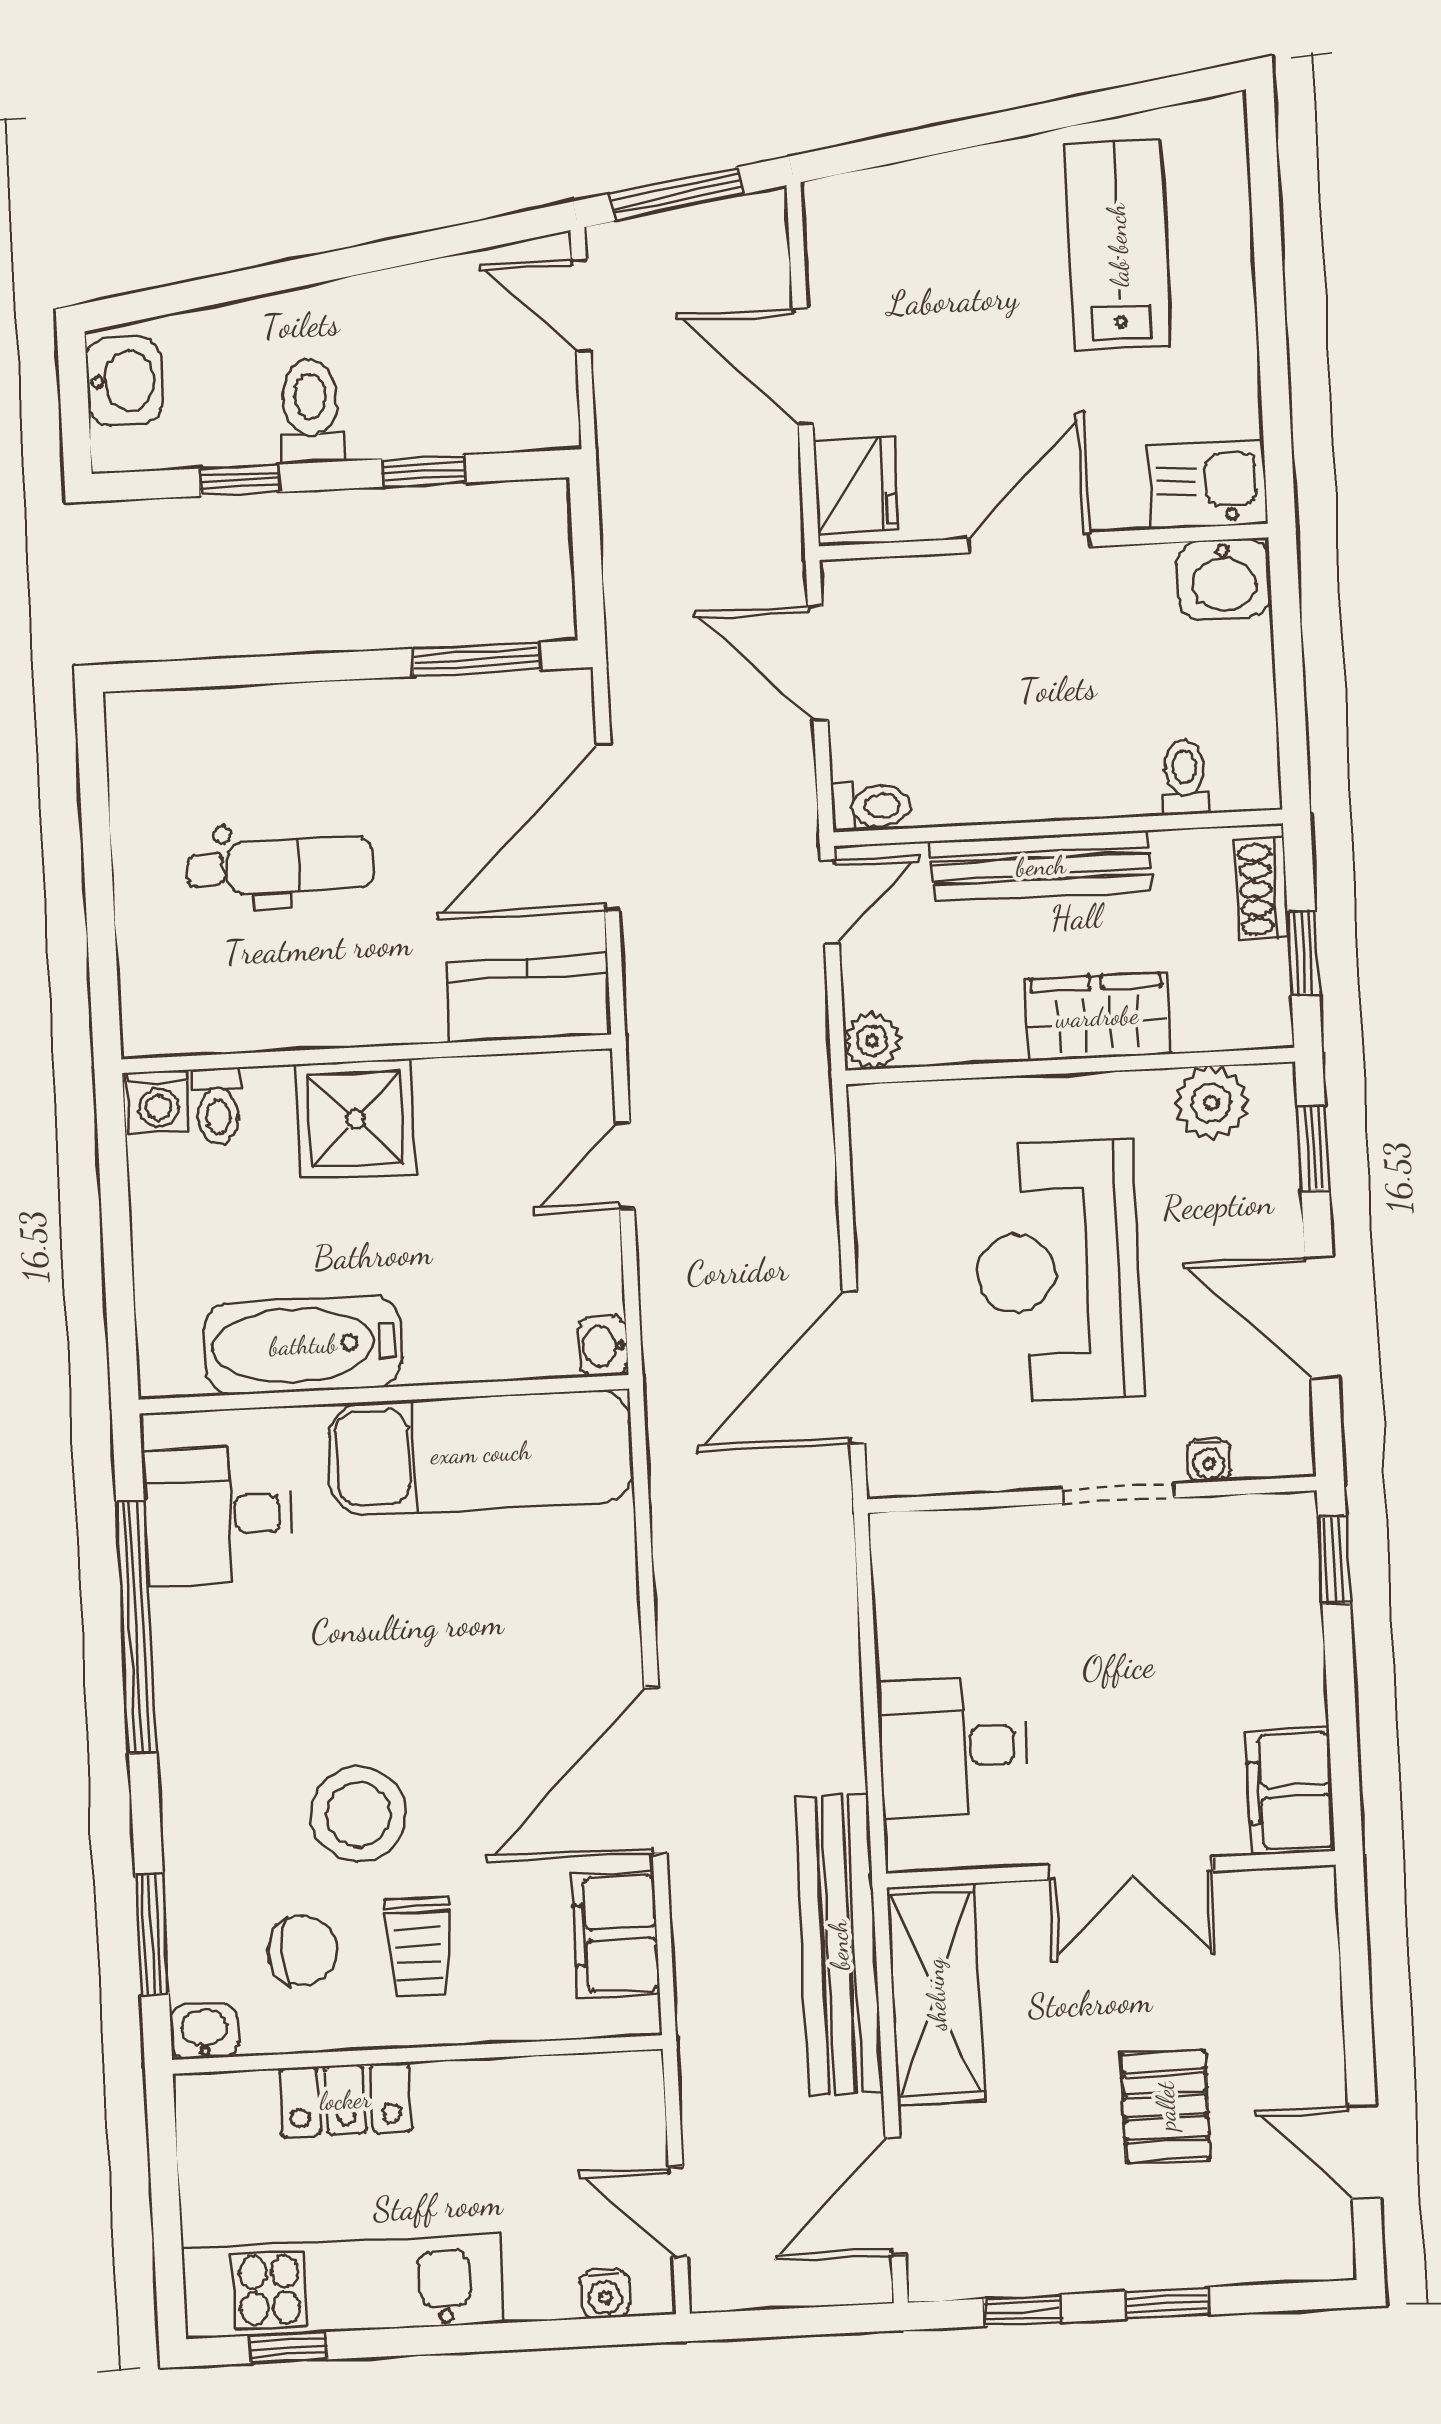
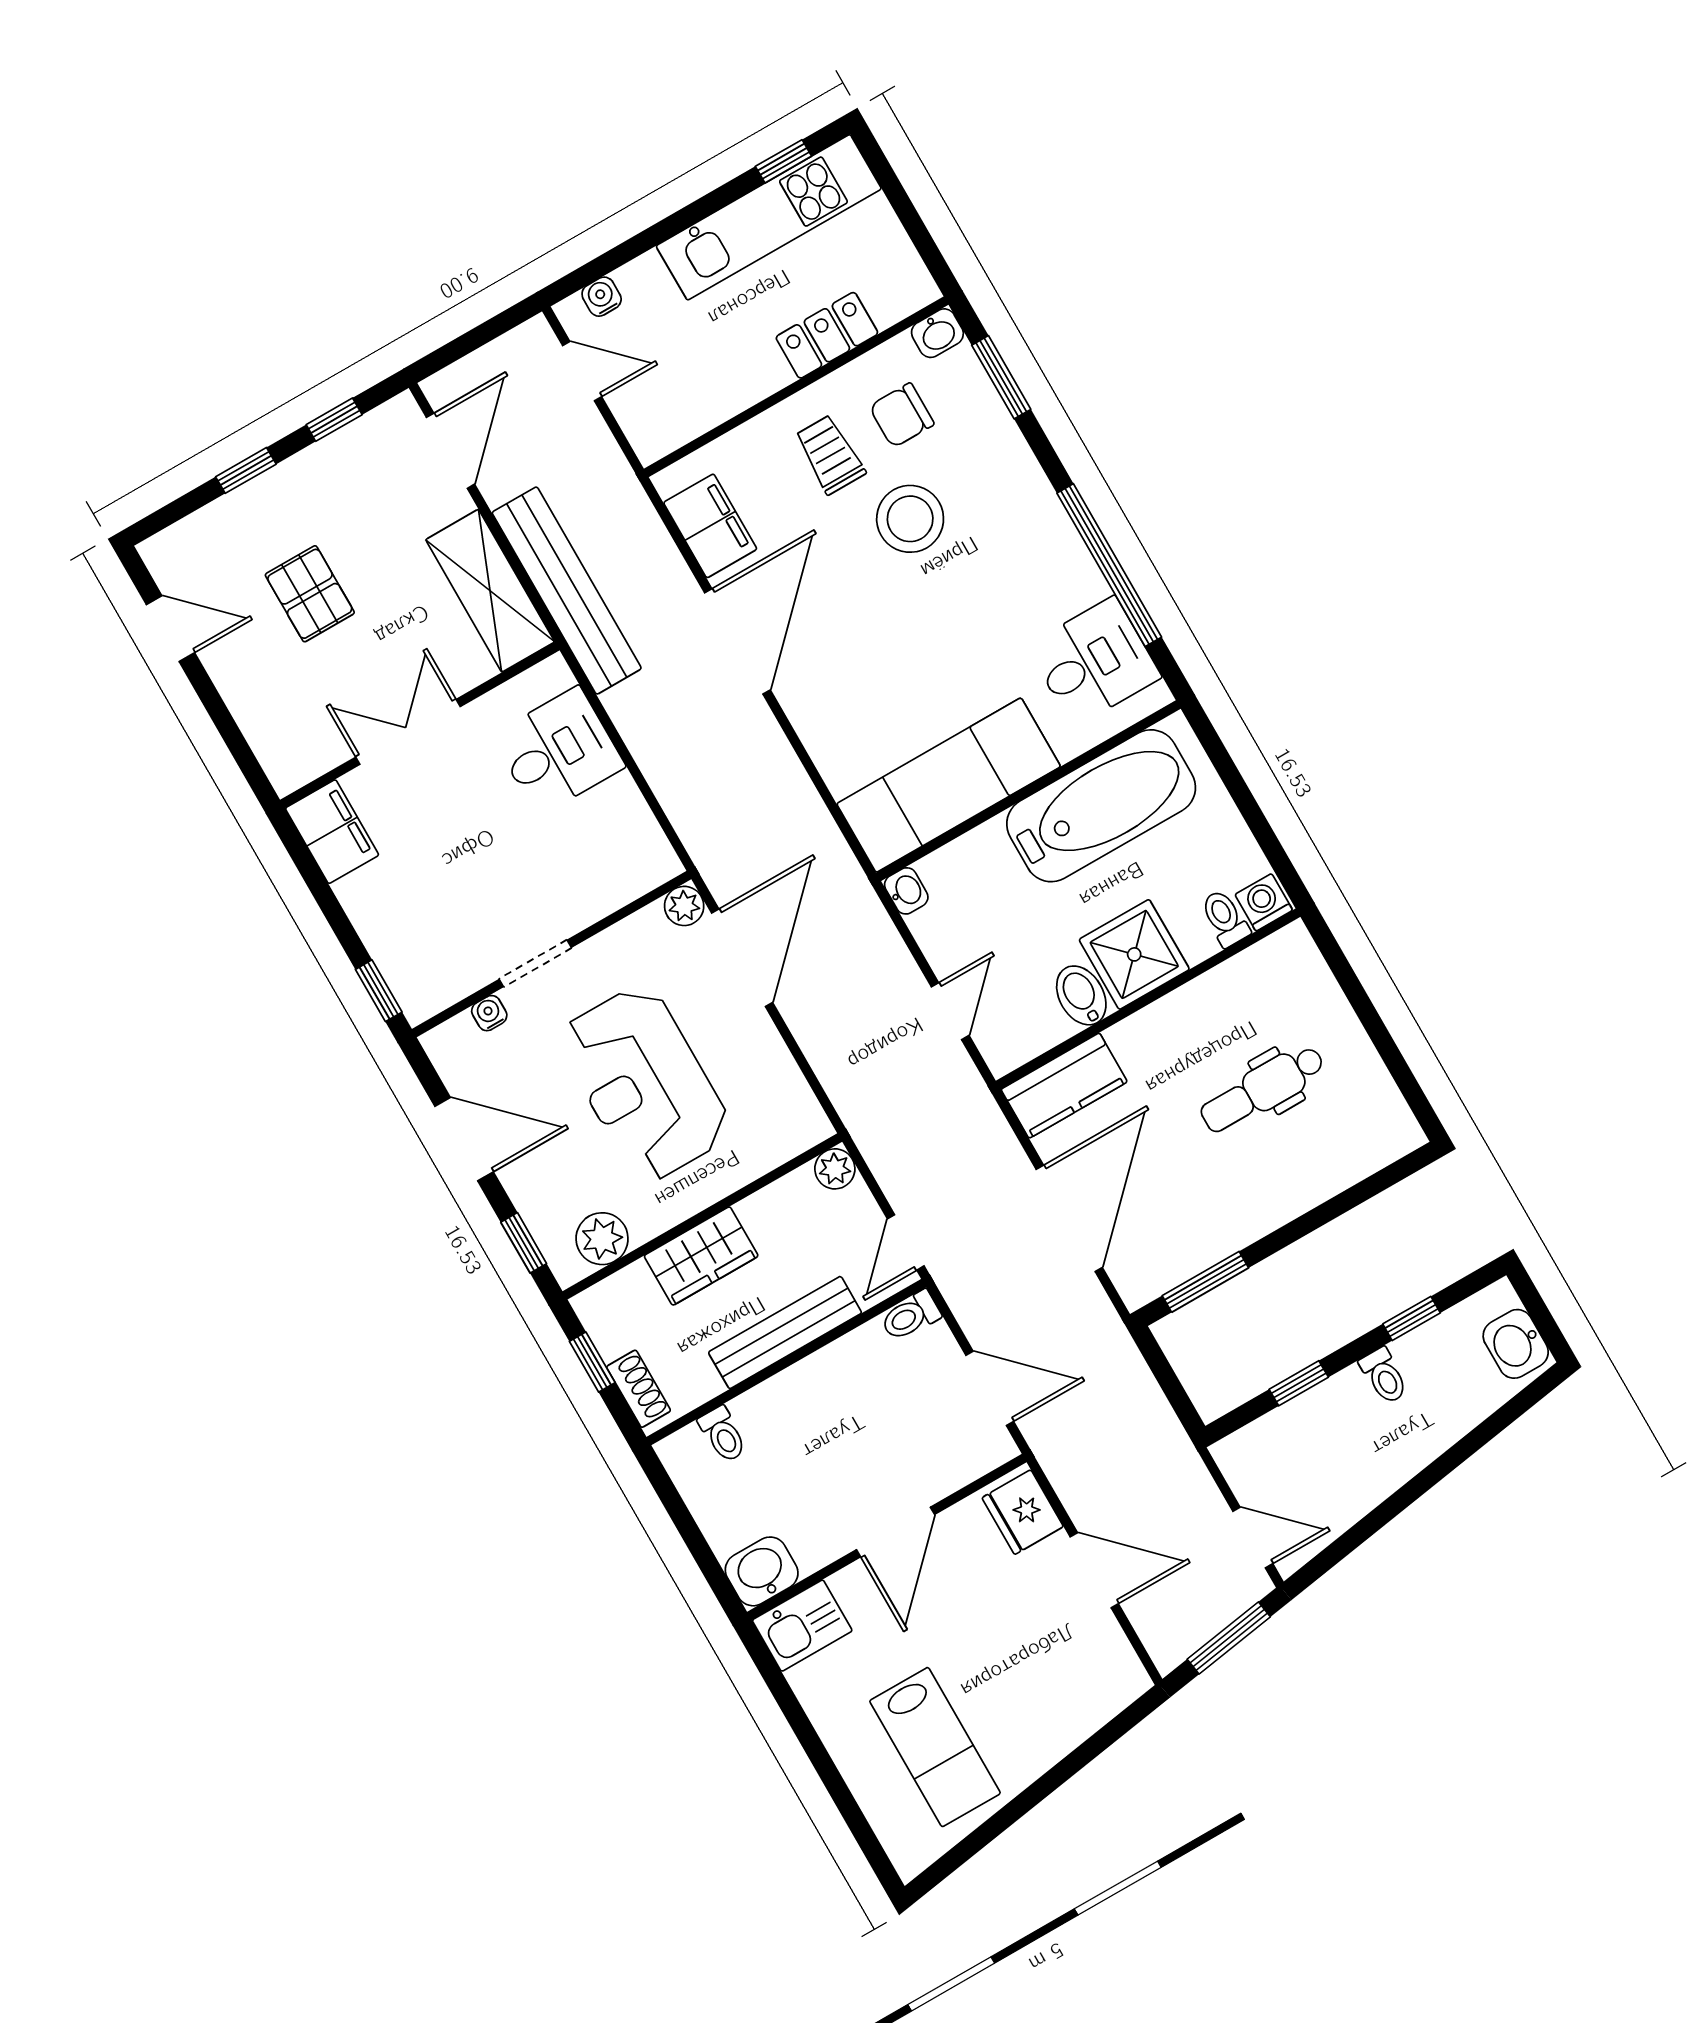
toilet: (311, 411) -> (1384, 1376), width x0.73, depth x0.72
bidet: (449, 1101) -> (1081, 995), added
reception desk: (1058, 1271) -> (645, 1084), turned 180
bathtub: (303, 1345) -> (1101, 806), width x1.36, depth x1.36
plant: (893, 1470) -> (684, 906), added

